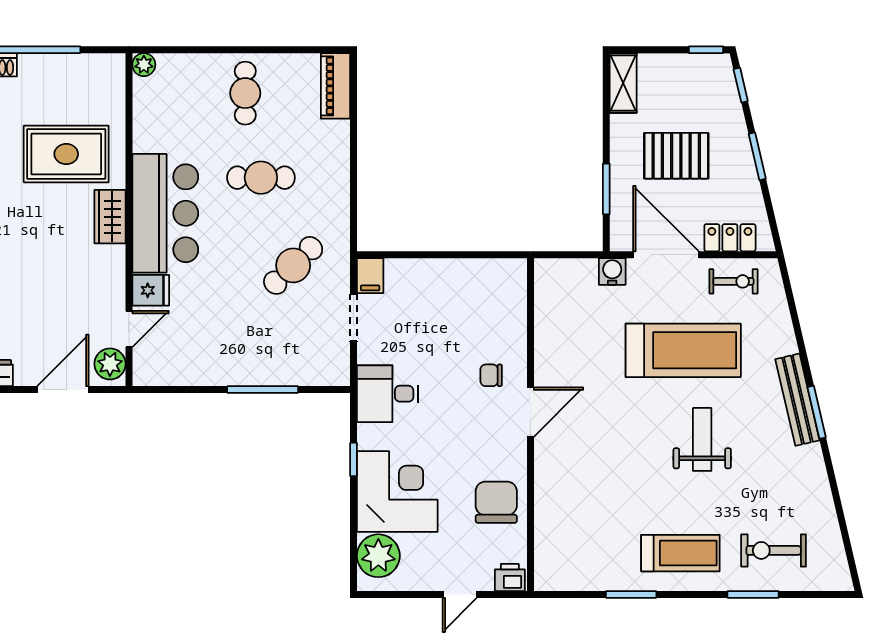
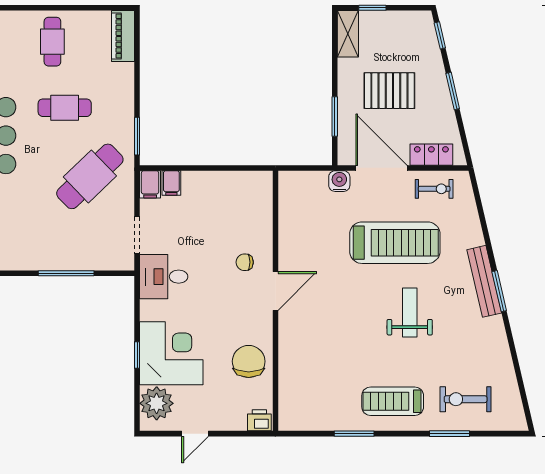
window: (706, 50) -> (372, 8), moved
window: (354, 214) -> (137, 136), added
cafe table: (293, 265) -> (90, 176), width x1.37, depth x1.35
filing cabinet: (397, 274) -> (171, 183), added
doorway: (354, 317) -> (137, 235), moved
window: (354, 459) -> (137, 355), moved
treadmill: (680, 553) -> (393, 401), turned 180
door: (460, 594) -> (195, 434), moved

